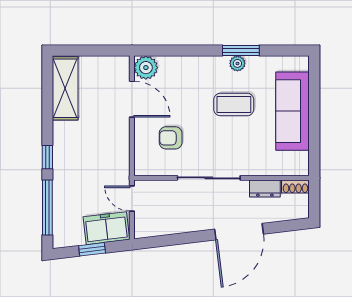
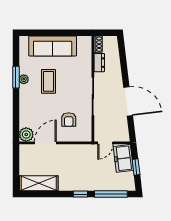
door: (239, 232) -> (128, 101), moved

